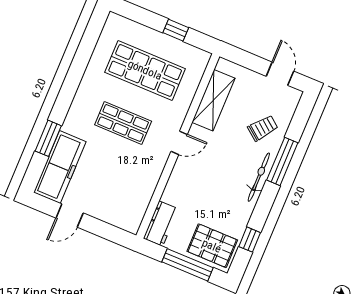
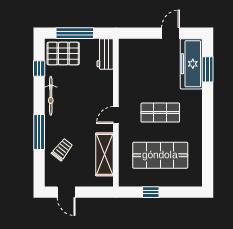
trolley: (263, 128) -> (62, 150), turned 180
window: (48, 138) -> (208, 69), moved
bicycle: (259, 177) -> (51, 96), moved

